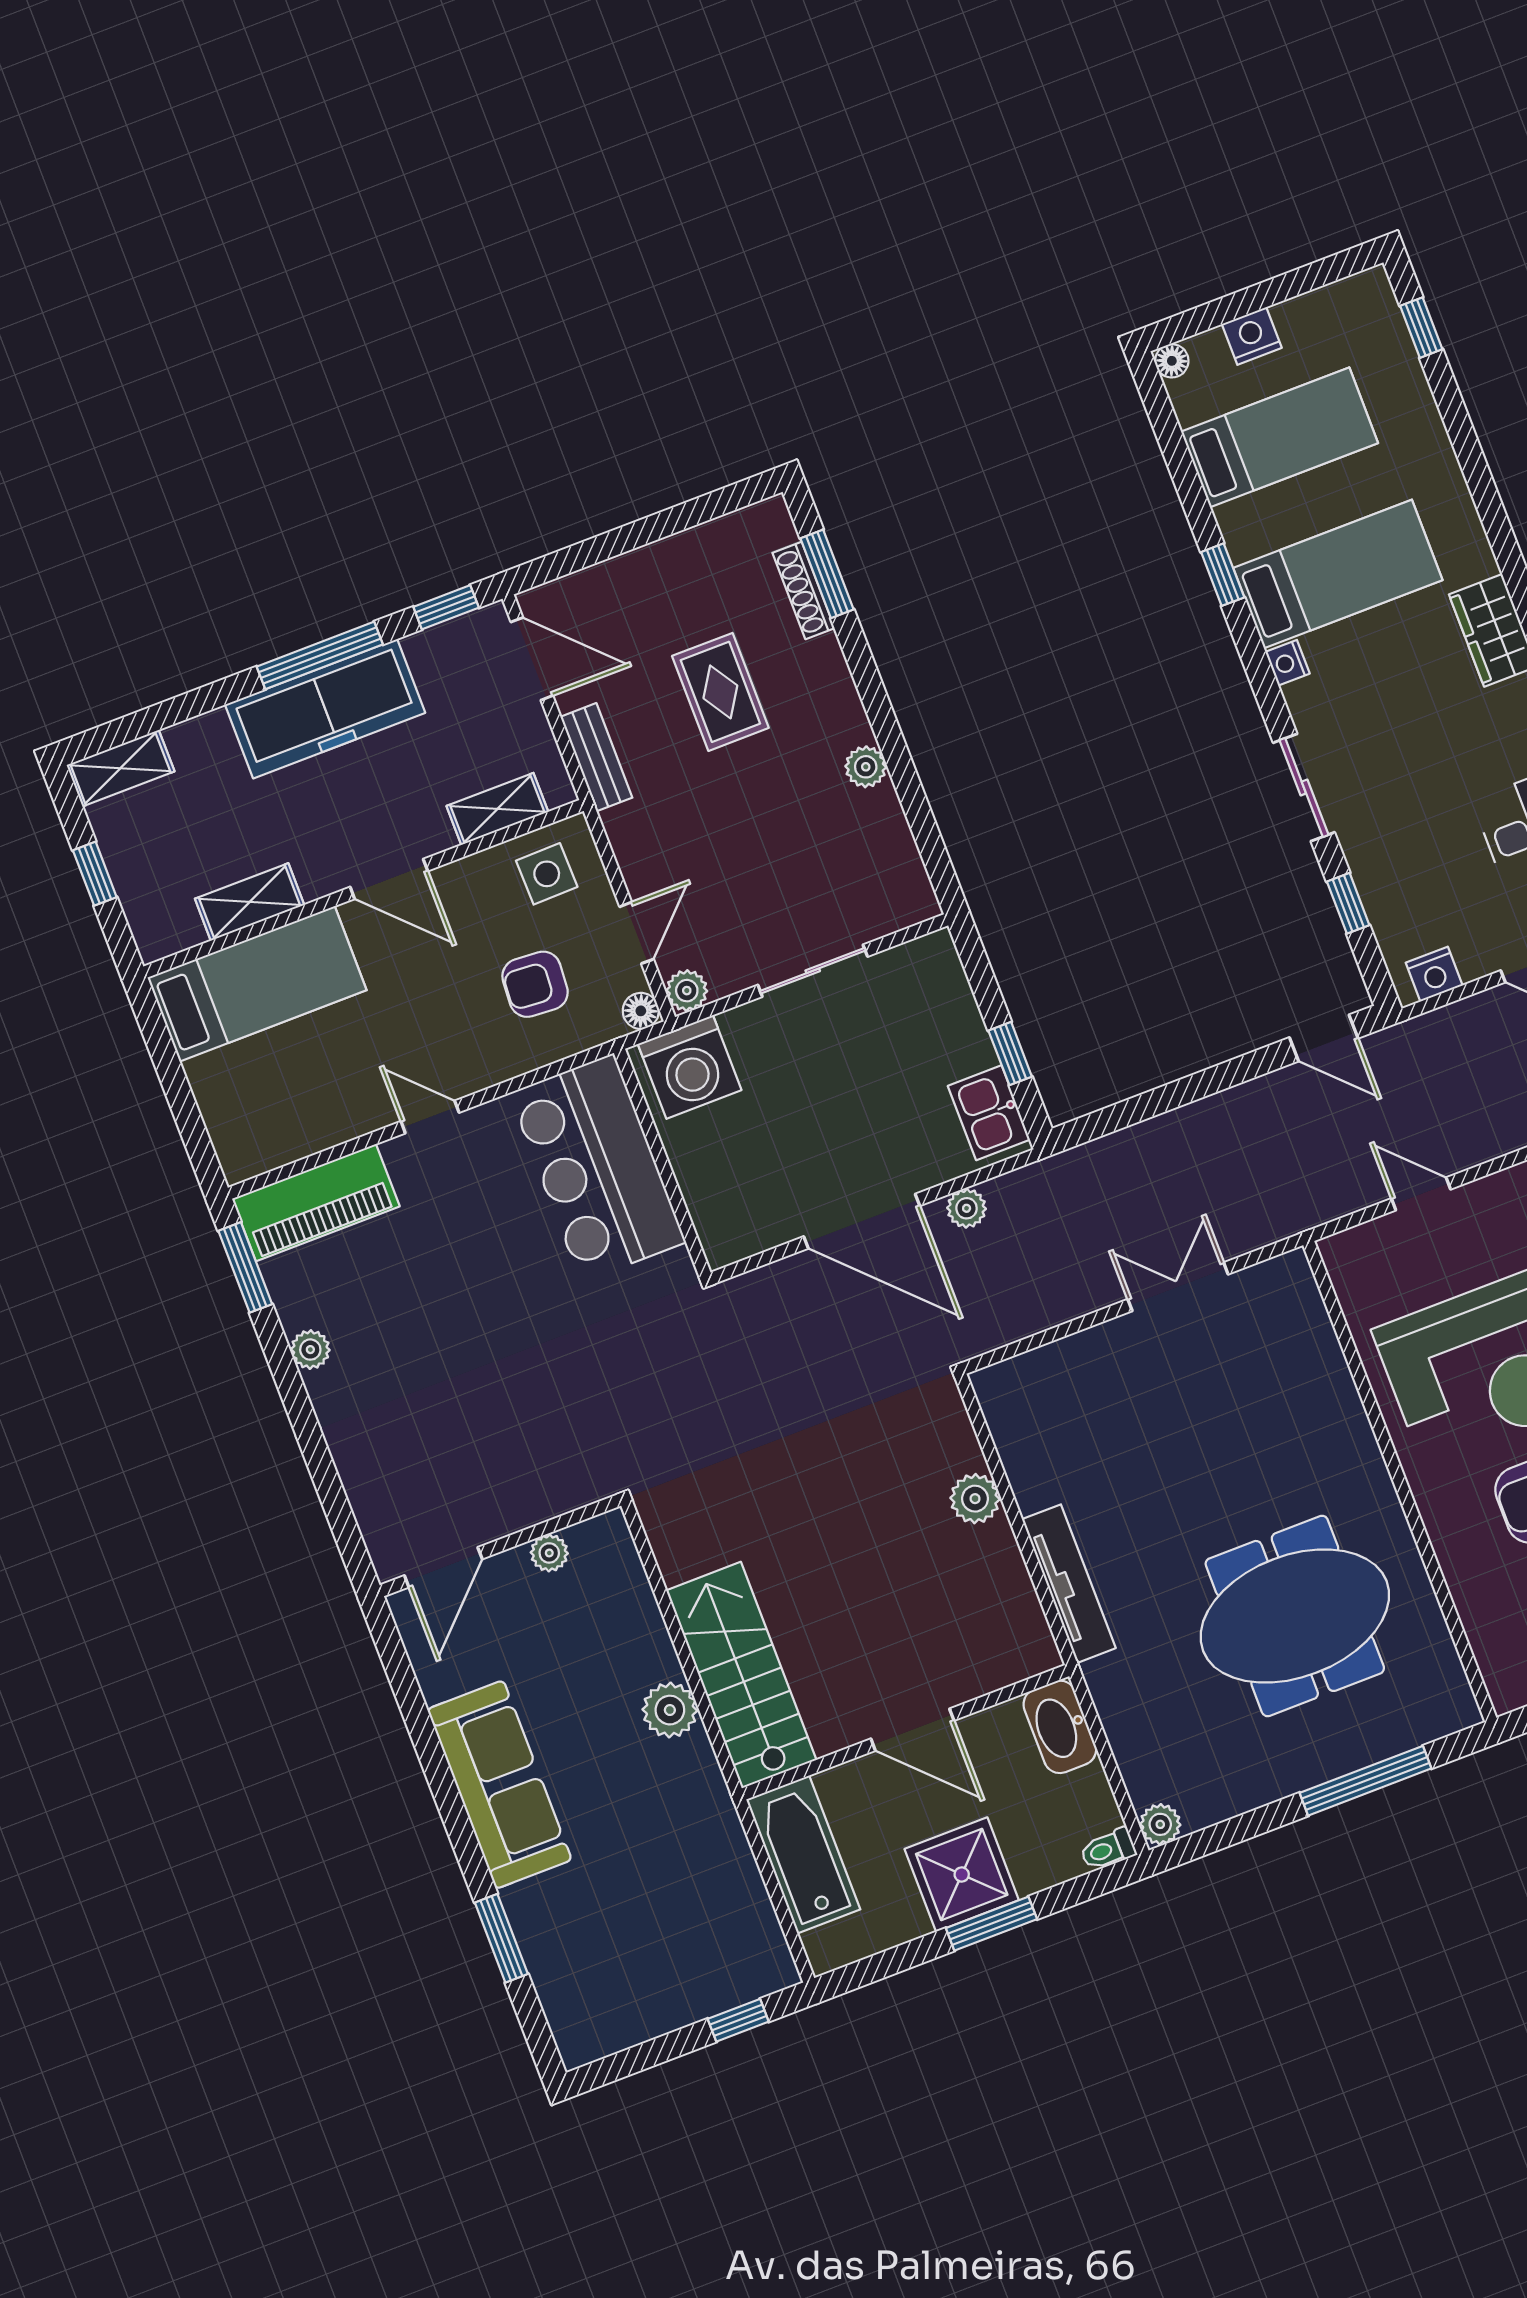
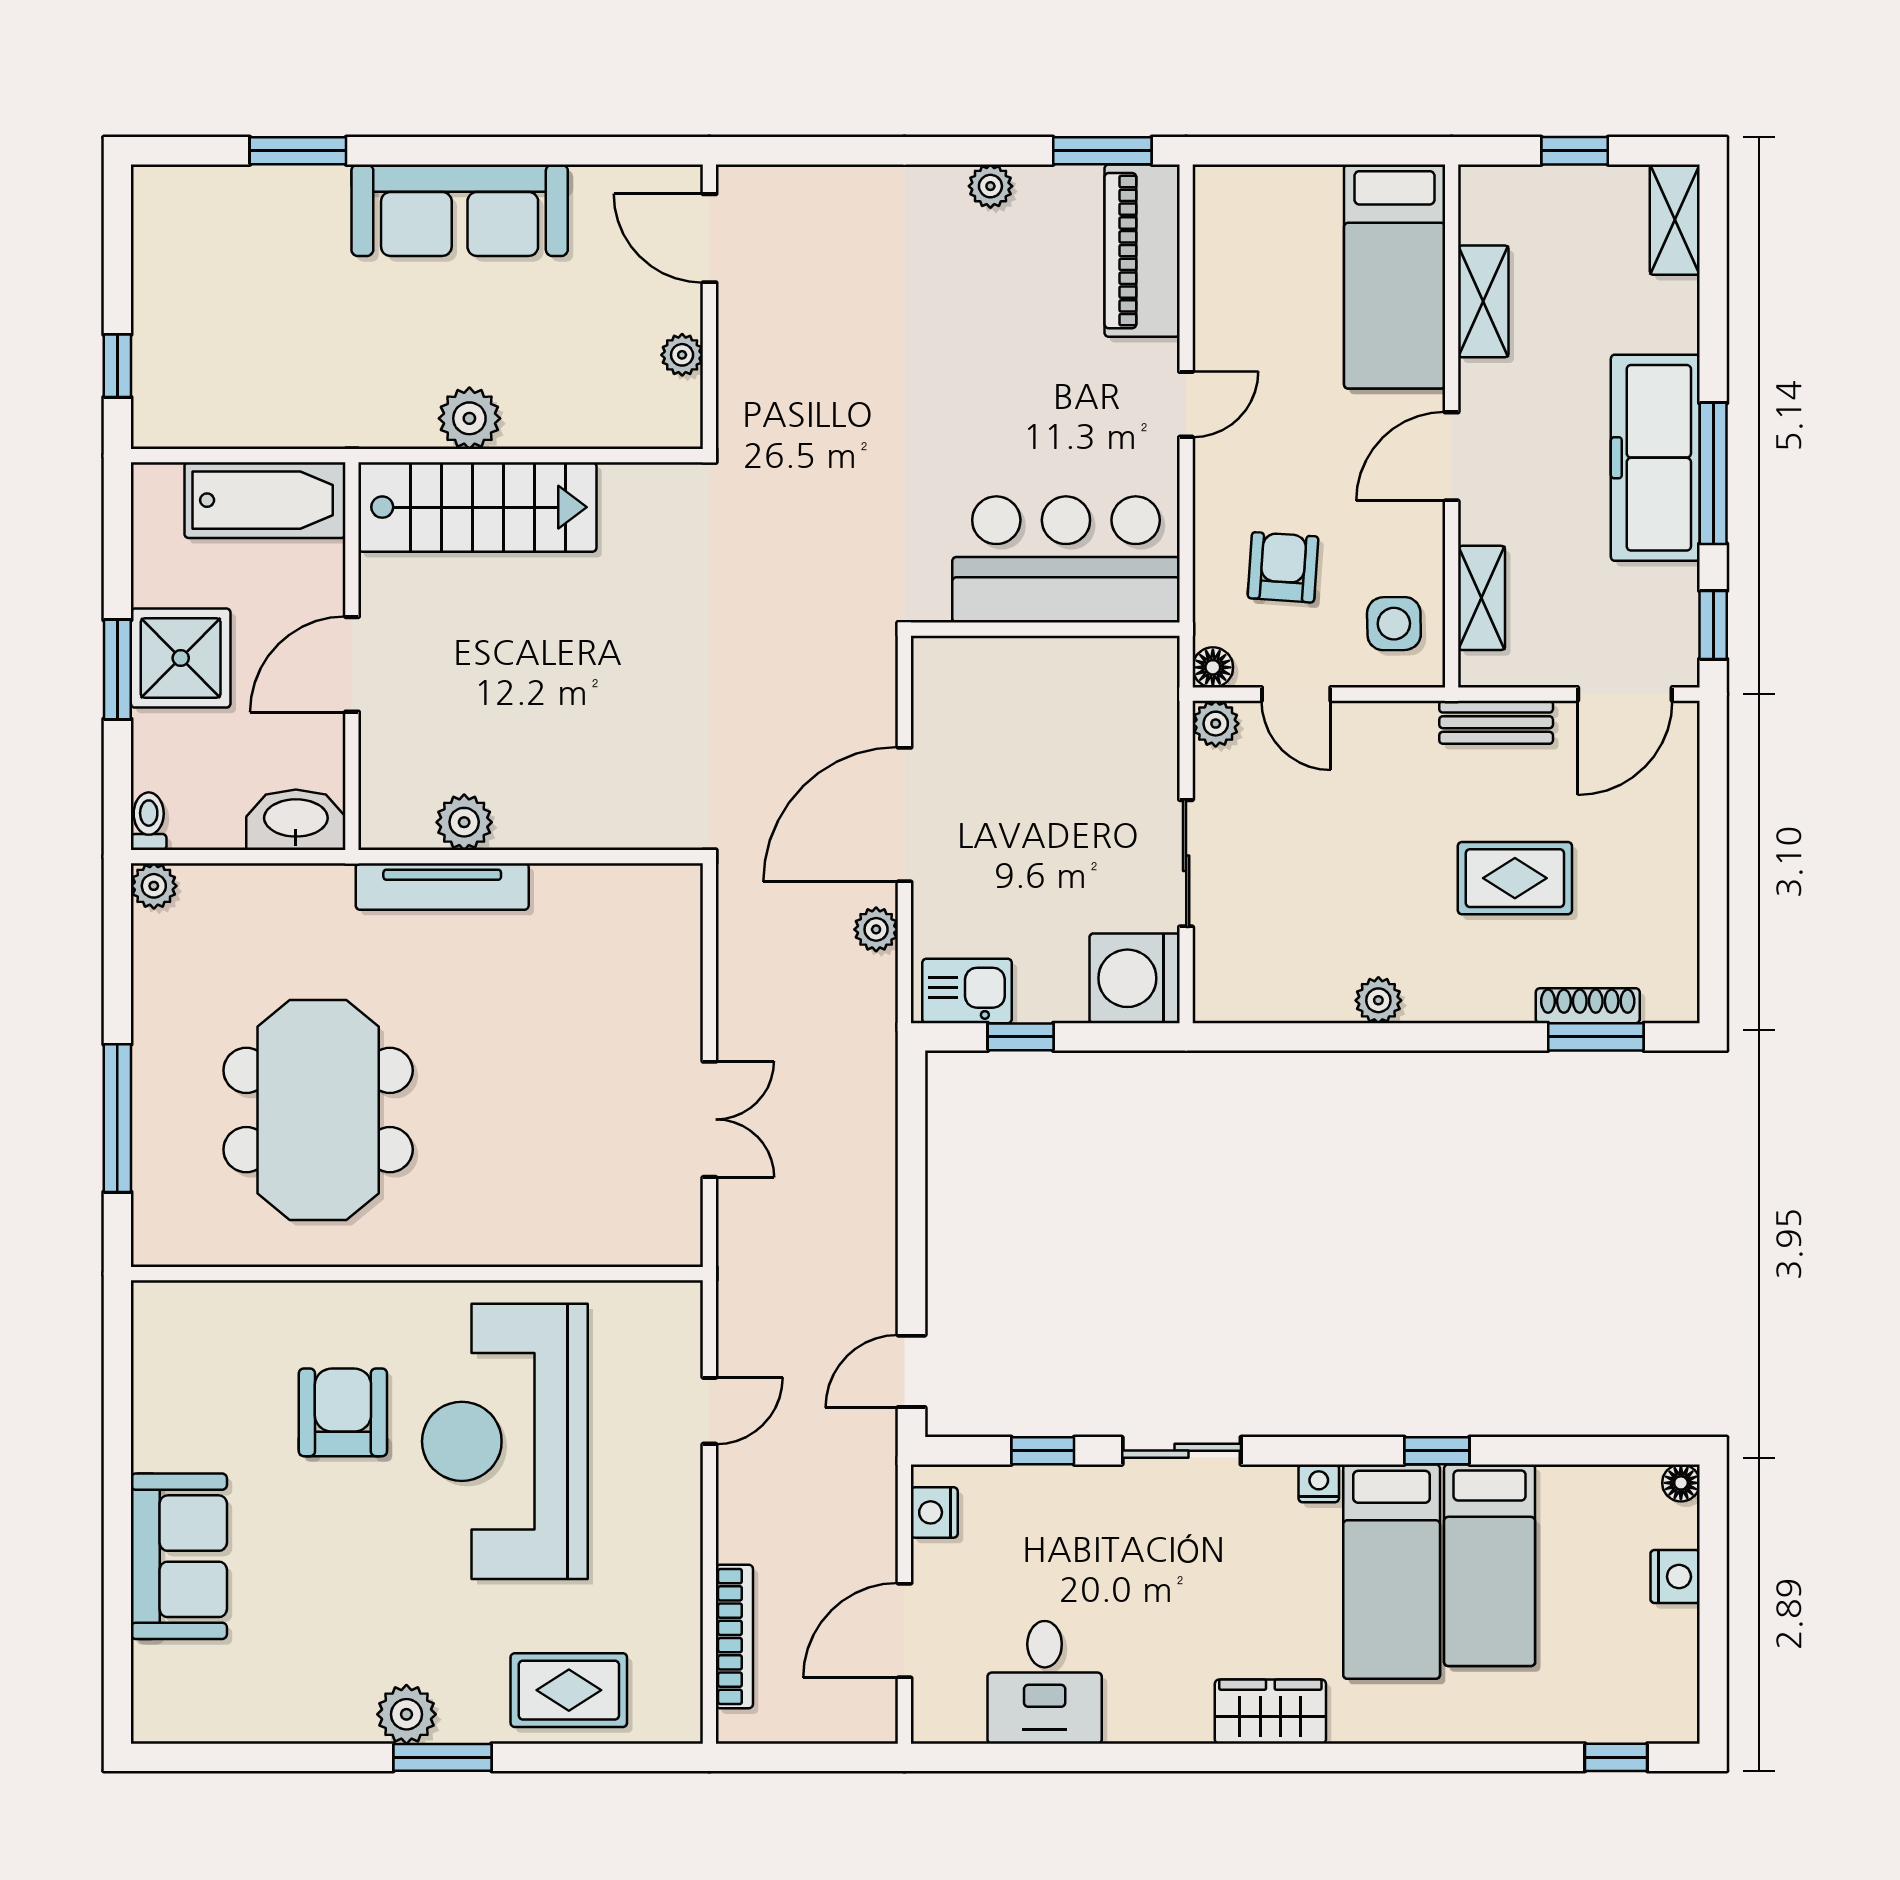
bed: (1280, 437) -> (1490, 1565), moved
washing machine: (690, 1067) -> (1135, 978), moved
plant: (975, 1499) -> (464, 822), moved

